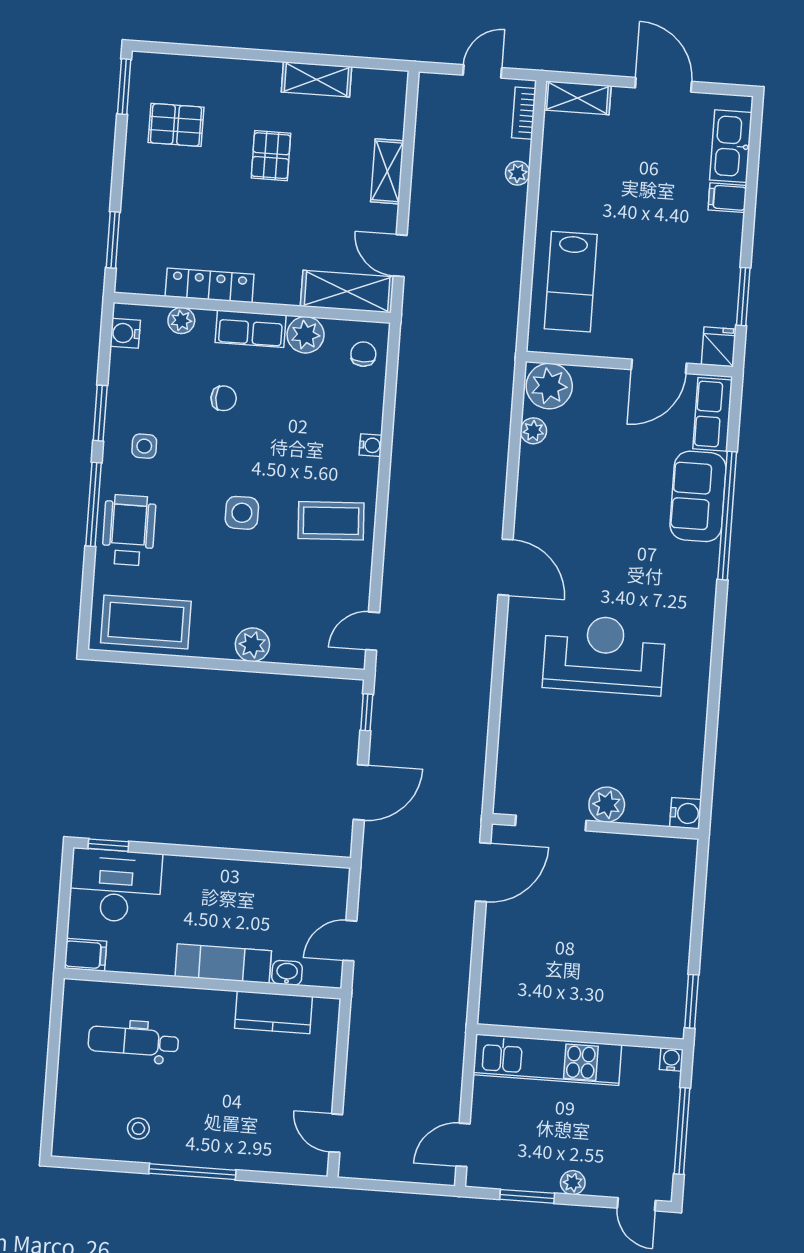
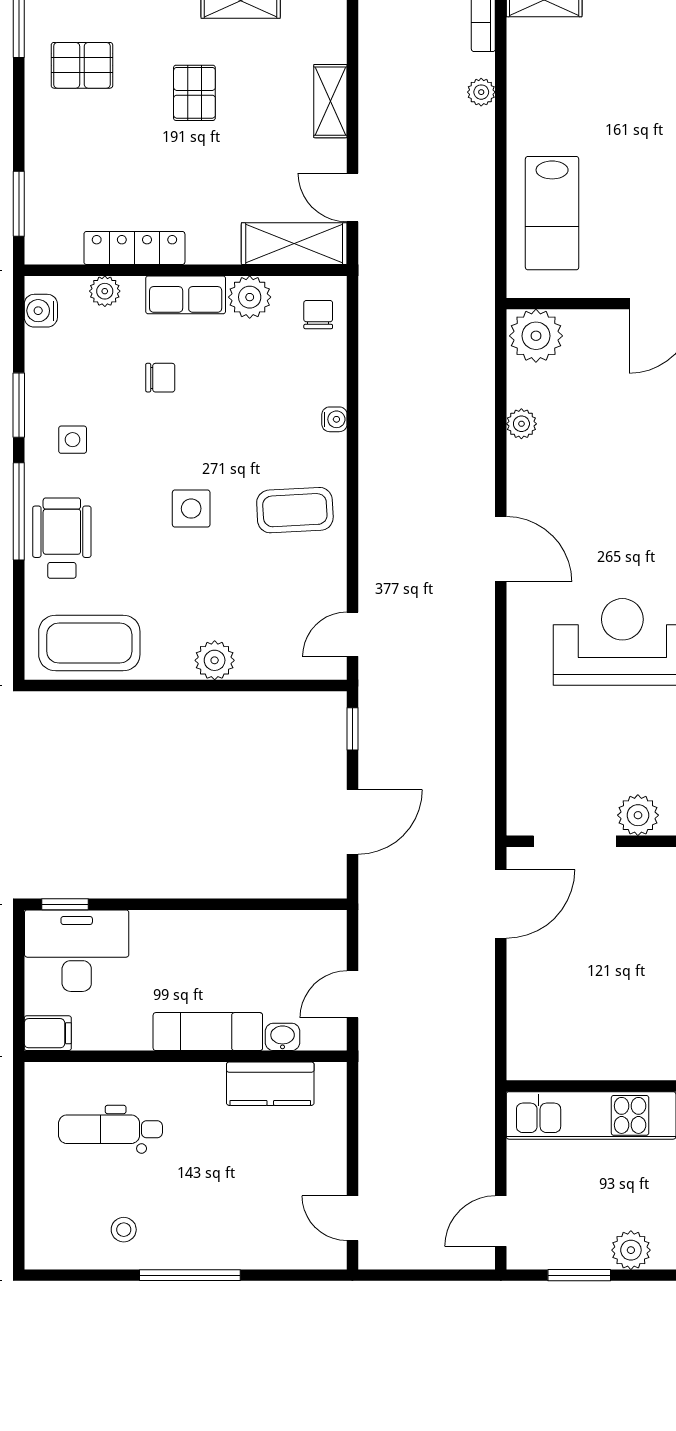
plant: (533, 431) -> (521, 424), moved
plant: (573, 1183) -> (631, 1250), width x1.38, depth x1.38

